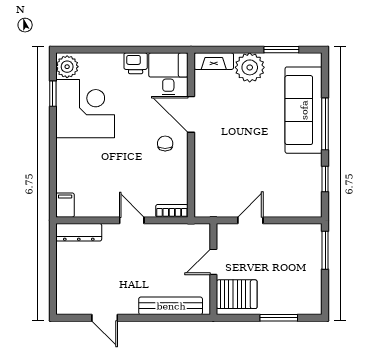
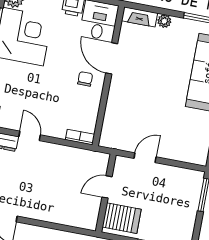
plant: (250, 67) -> (164, 21), width x0.53, depth x0.53
door: (132, 220) -> (30, 136), moved
bench: (171, 306) -> (64, 217), removed

